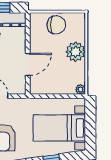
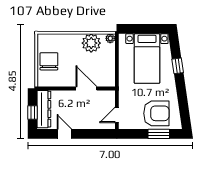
plant: (76, 52) -> (91, 43), moved

